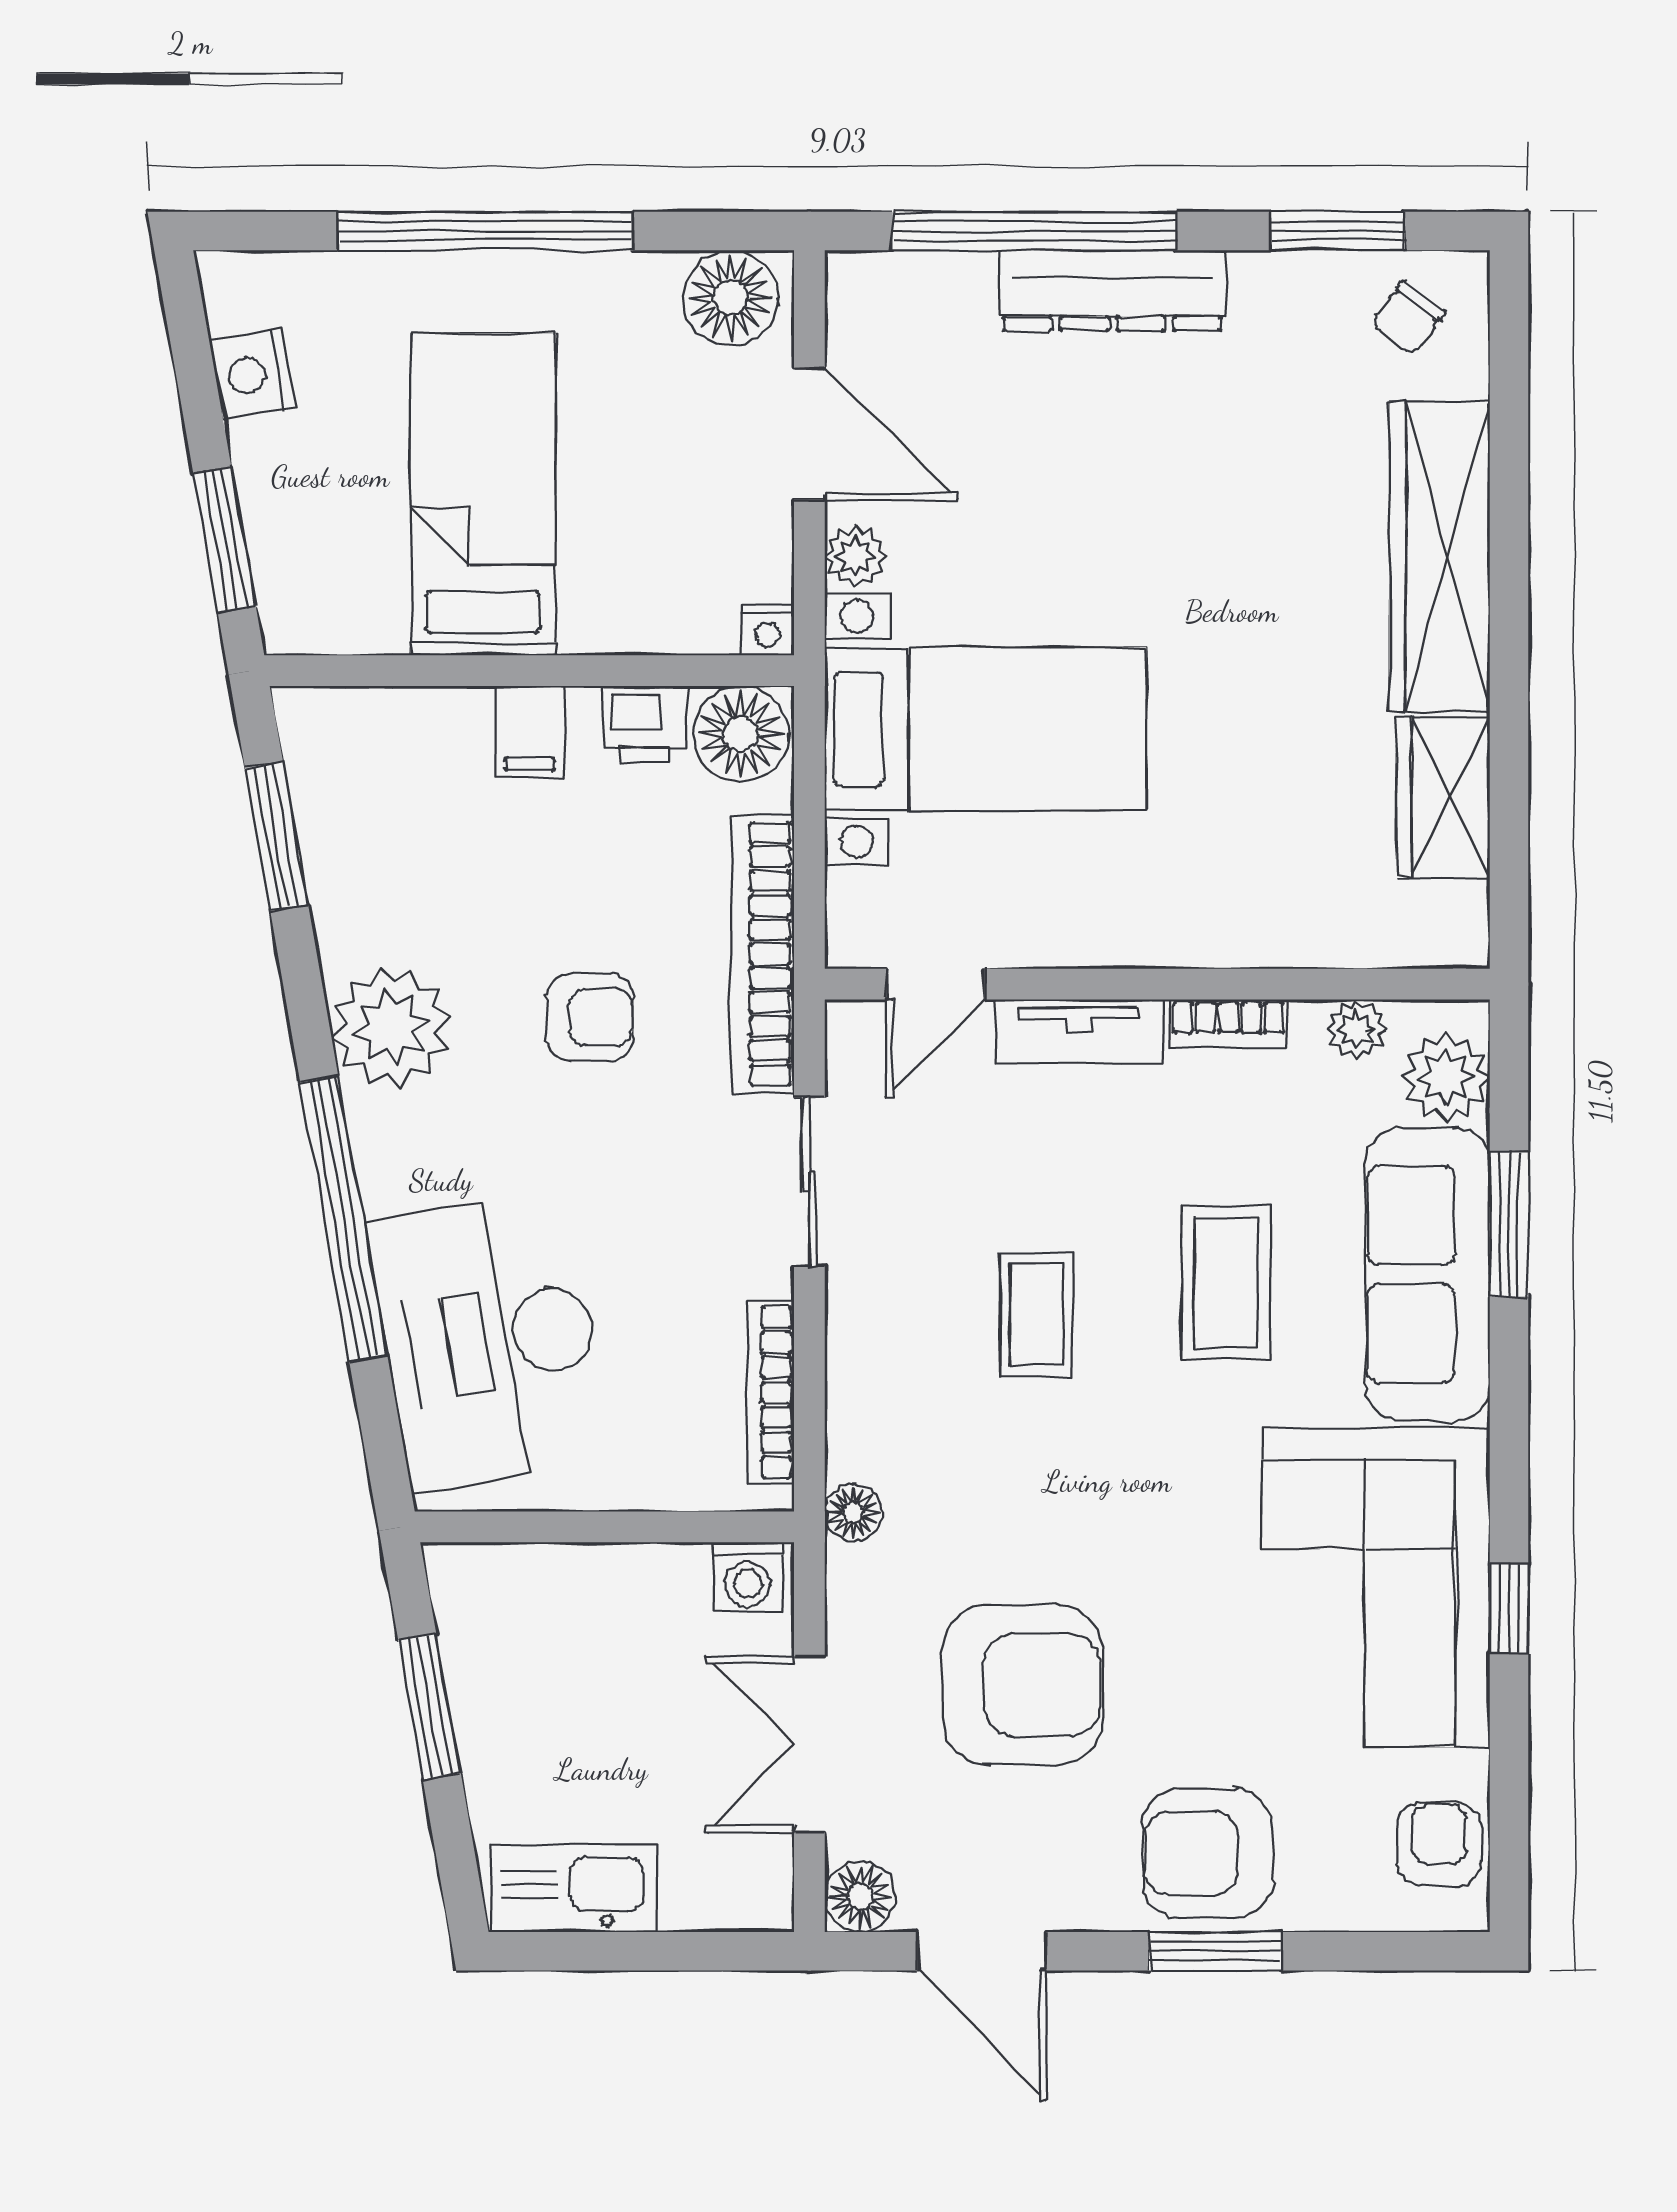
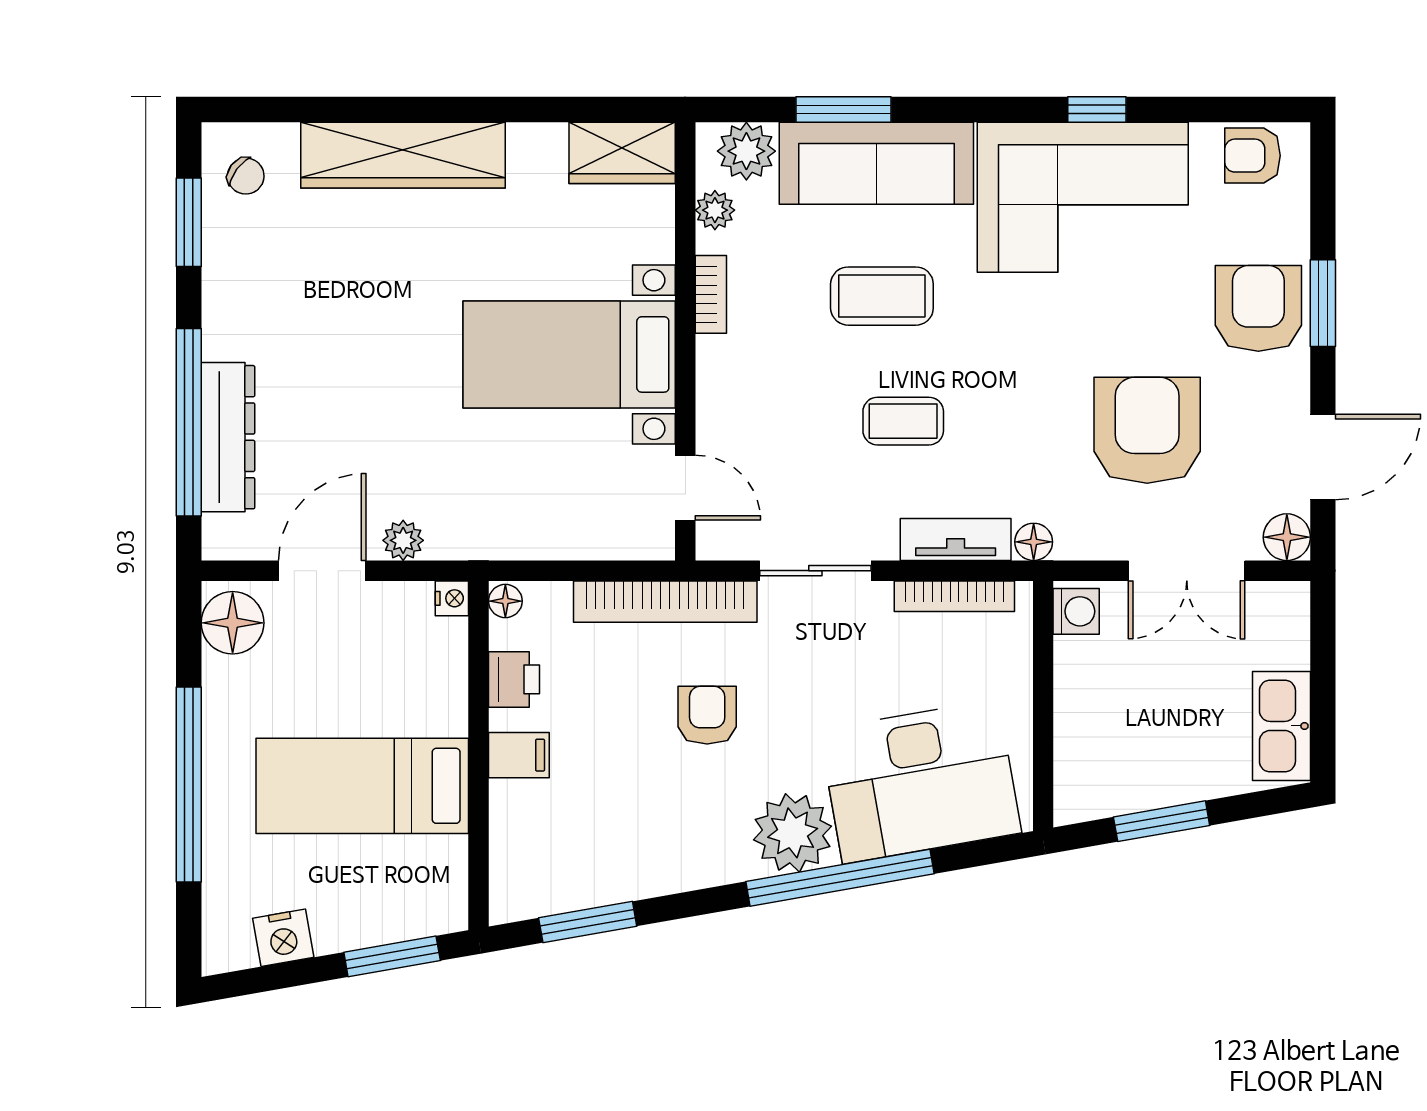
dresser: (1113, 291) -> (228, 437), moved
bed with nightstands: (985, 729) -> (569, 354), moved, turned -90
floor lamp: (741, 734) -> (505, 601), width x0.53, depth x0.53
wardrobe: (1443, 798) -> (622, 153), moved
plant: (391, 1027) -> (793, 833), moved
tv unit: (1079, 1031) -> (956, 540), moved, turned -90
armchair: (1207, 1853) -> (1258, 308), turned 180

